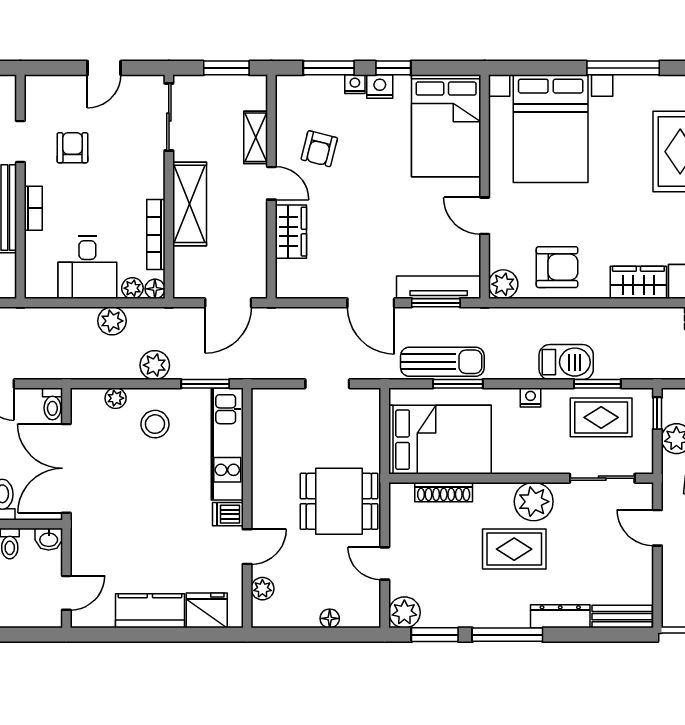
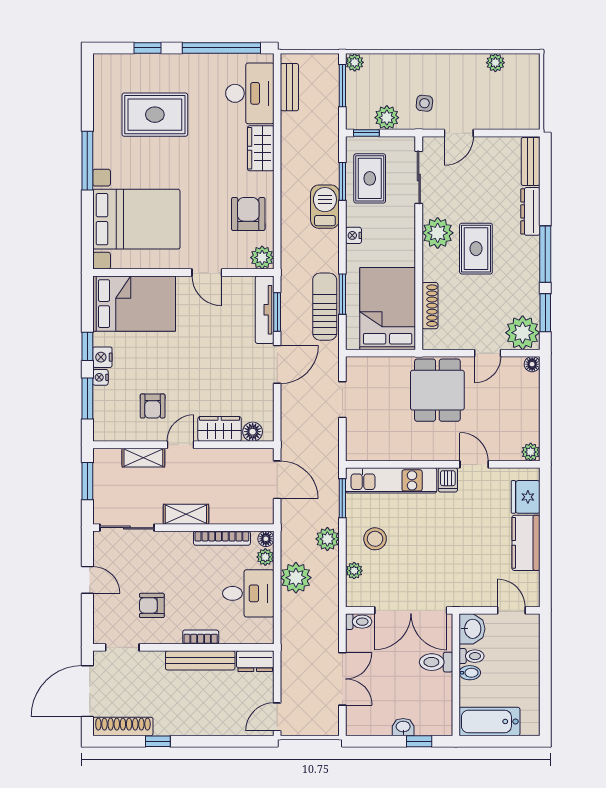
doorway: (20, 142) -> (122, 647), moved
armchair: (319, 149) -> (153, 406), turned 76
shelving: (190, 204) -> (186, 514), width x0.67, depth x0.75
door: (485, 216) -> (207, 273), hinge flipped
floor lamp: (288, 272) -> (253, 432), added
plant: (112, 321) -> (296, 578), width x1.36, depth x1.36
washbasin: (49, 539) -> (472, 629), width x1.38, depth x1.45
plant: (262, 589) -> (531, 452), moved
plant: (404, 612) -> (523, 333), width x1.36, depth x1.36
floor lamp: (330, 618) -> (532, 364), moved

